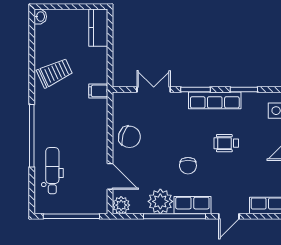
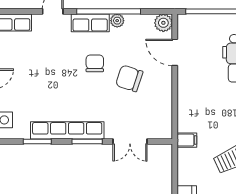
row of seats: (215, 100) -> (67, 130), width x1.36
chair: (129, 137) -> (129, 78), moved
wheelchair: (226, 143) -> (55, 86), removed
plant: (160, 201) -> (117, 21), width x0.53, depth x0.53

